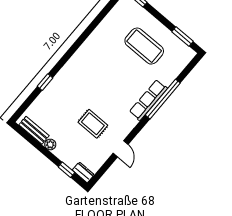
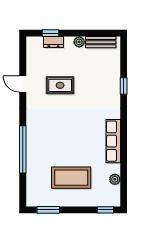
plant: (112, 17) -> (115, 179), added
row of seats: (148, 100) -> (113, 141), moved, turned 180
dresser: (83, 172) -> (53, 42), moved

